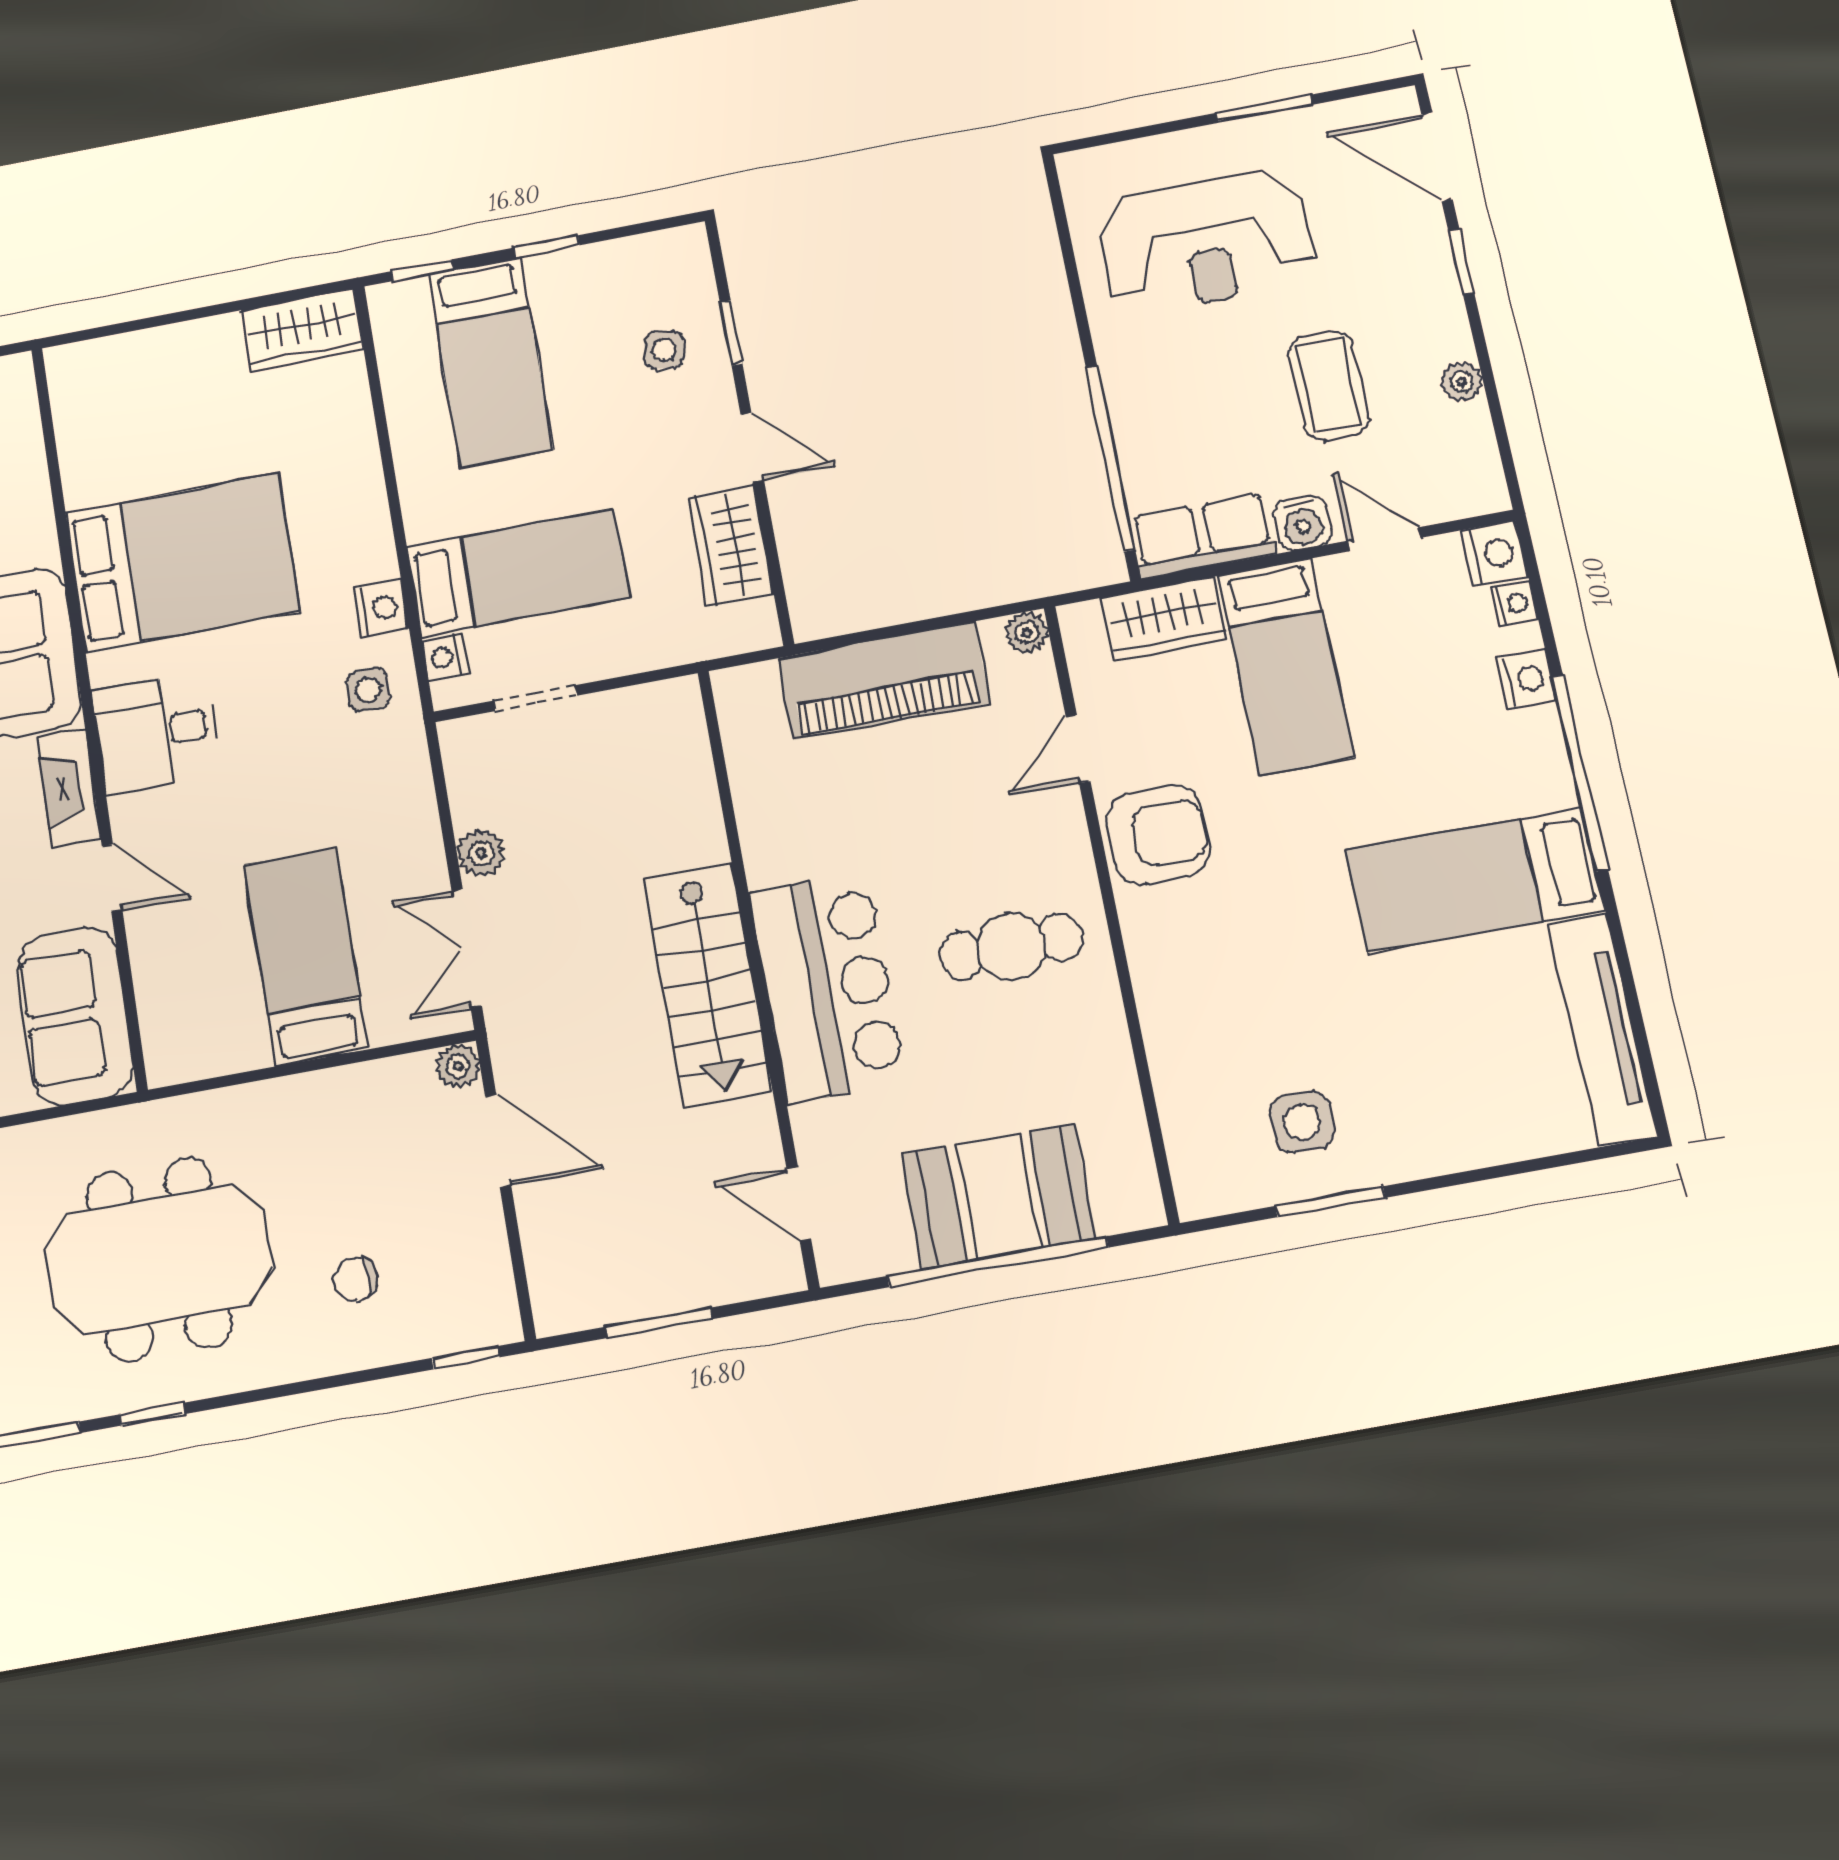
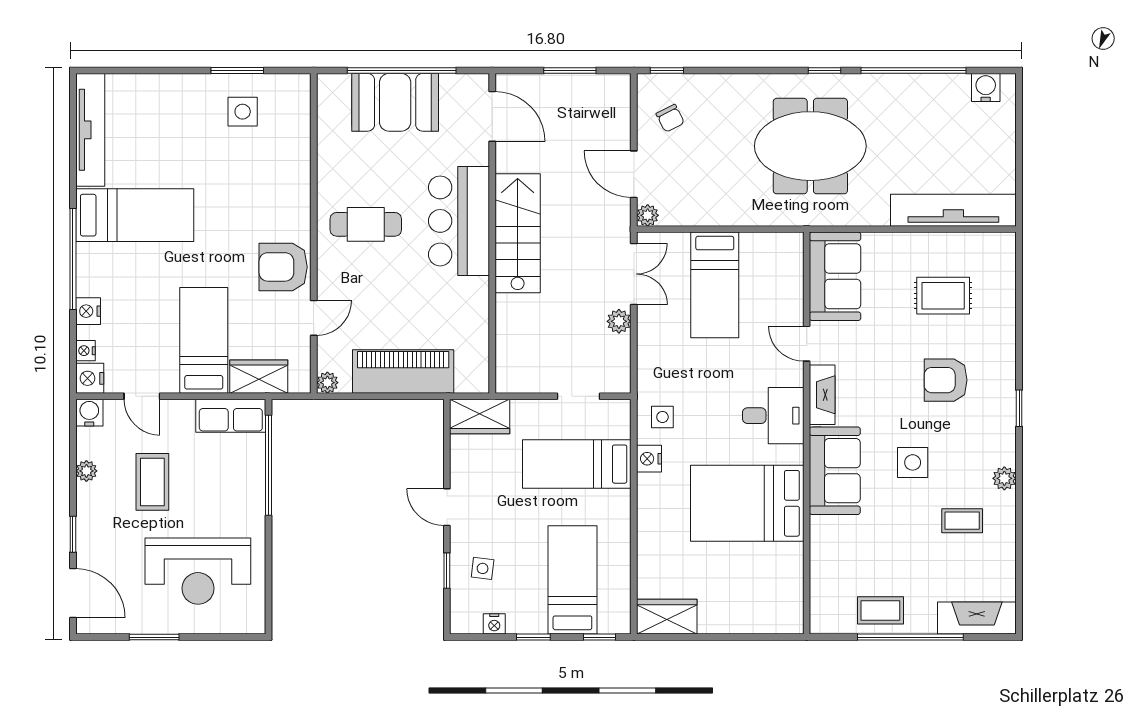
reception desk: (1206, 242) -> (198, 571), turned 180
water cooler: (1303, 523) -> (89, 413), moved
wardrobe: (730, 545) -> (480, 416), moved, turned 90
nightstand: (445, 657) -> (494, 624), moved, turned 90
door: (799, 1203) -> (492, 116), width x1.38
chair: (356, 1279) -> (670, 118), moved, turned 63

